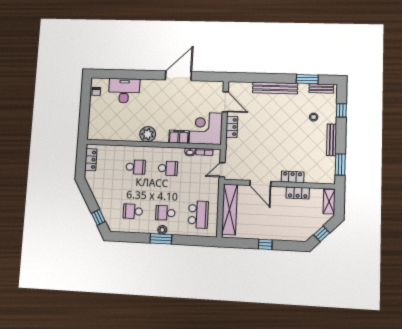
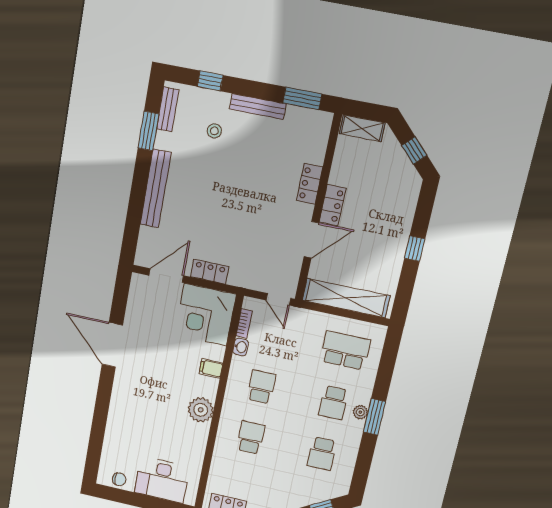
desk: (124, 91) -> (162, 480), moved, turned -90
filing cabinet: (179, 137) -> (211, 368), width x0.50
locker: (298, 193) -> (333, 205), moved

